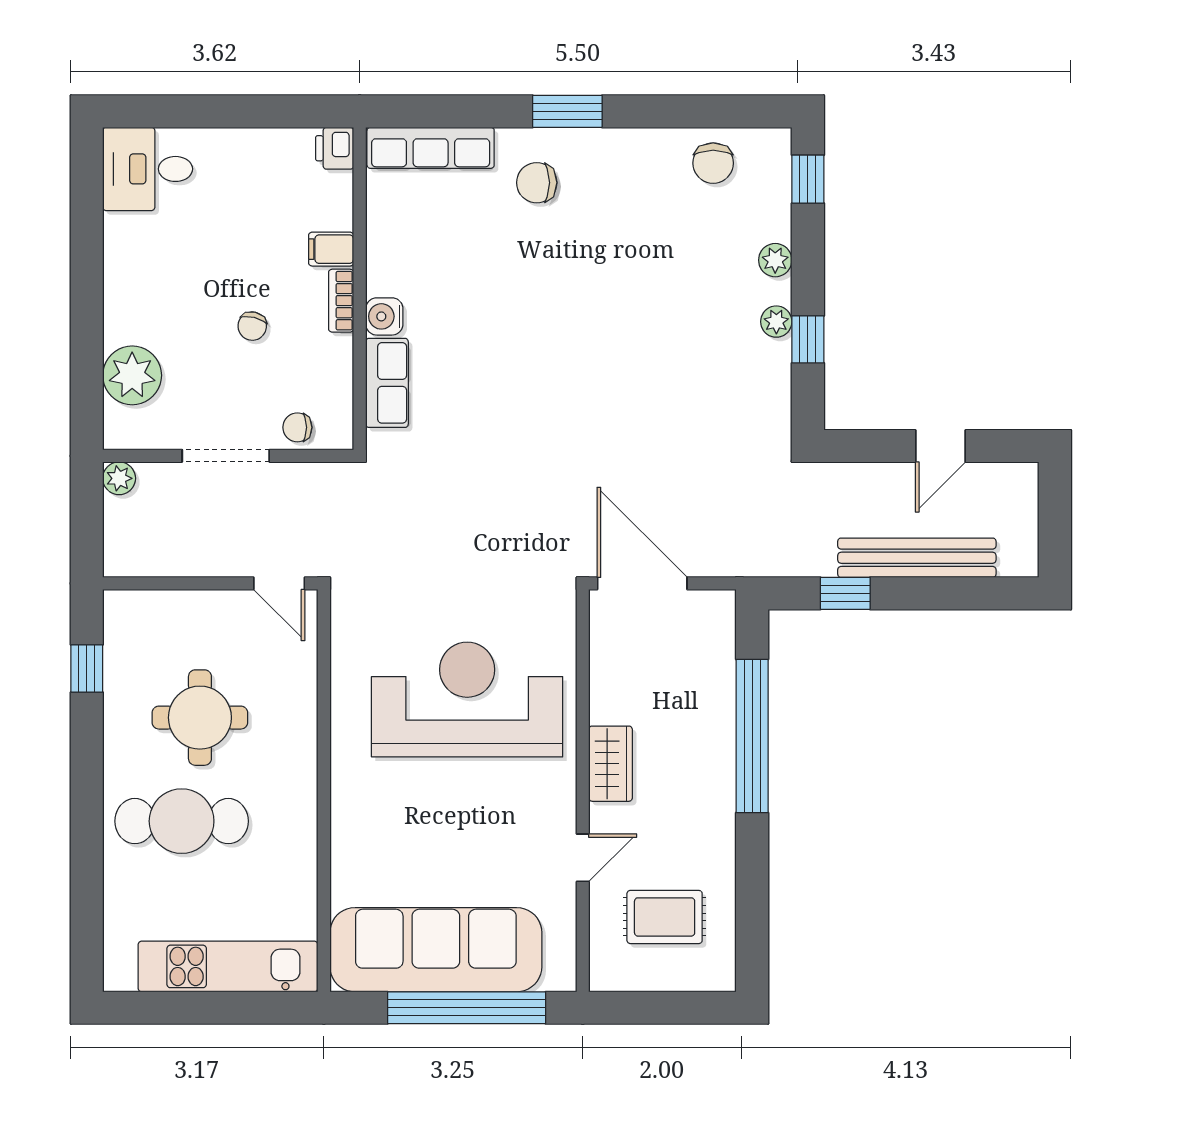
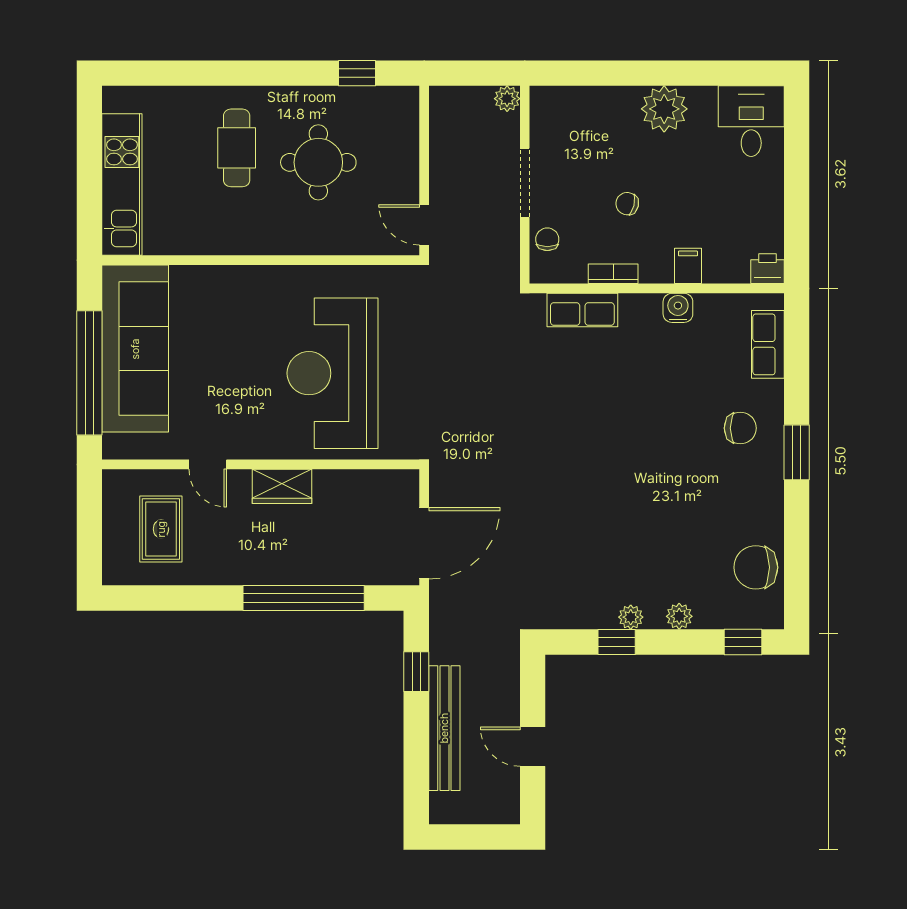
row of seats: (431, 148) -> (768, 344), width x0.68
chair: (713, 163) -> (756, 567), width x1.37, depth x1.37
chair: (537, 183) -> (740, 428), turned 90
bookcase: (341, 301) -> (613, 274), moved
water cooler: (384, 316) -> (678, 308), moved
plant: (132, 375) -> (664, 109), moved
door: (279, 583) -> (424, 225), hinge flipped
door: (642, 583) -> (424, 543), moved
reception desk: (467, 700) -> (333, 373), turned 180
cafe table: (182, 821) -> (237, 148), width x0.73, depth x0.74

